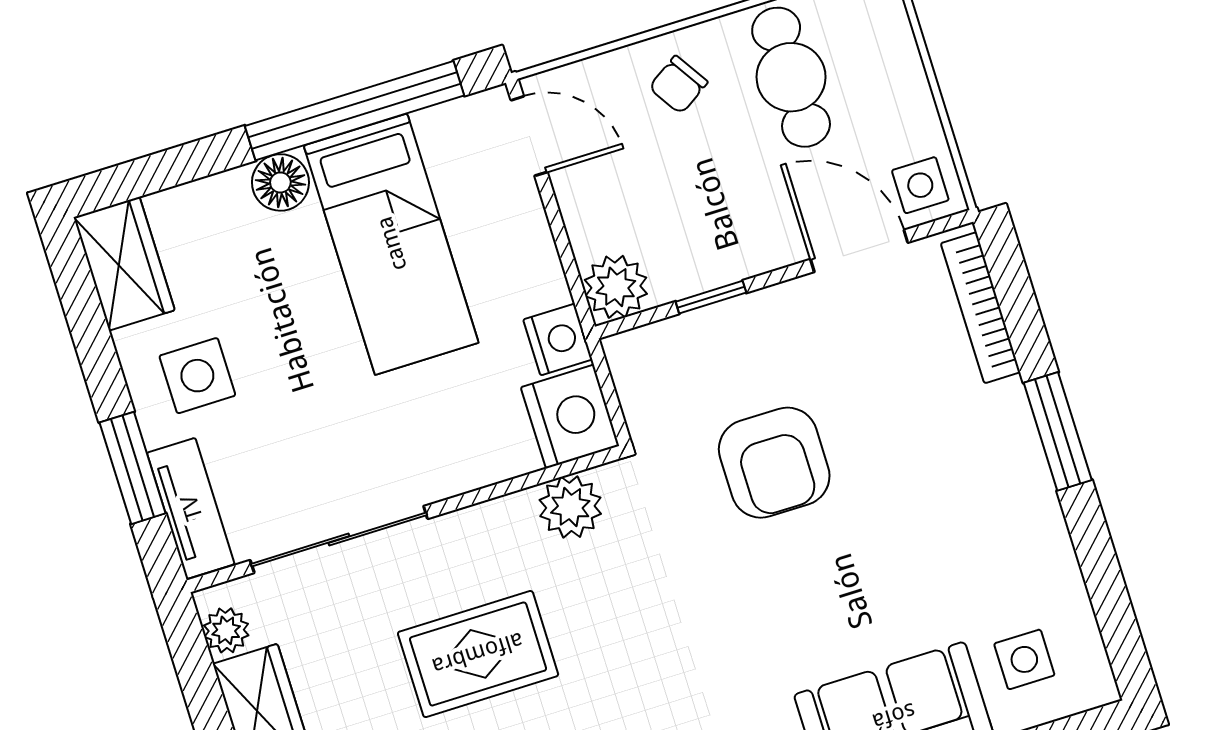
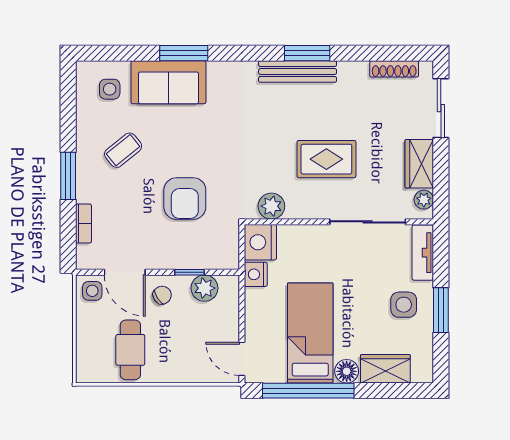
chair: (678, 85) -> (162, 295), moved
wardrobe: (124, 264) -> (385, 369), moved, turned 90
plant: (616, 287) -> (205, 288), moved
bookcase: (980, 308) -> (83, 224), width x0.64
armchair: (774, 463) -> (185, 199), turned 180
window: (133, 468) -> (441, 310), moved
coffee table: (950, 529) -> (123, 150), added

